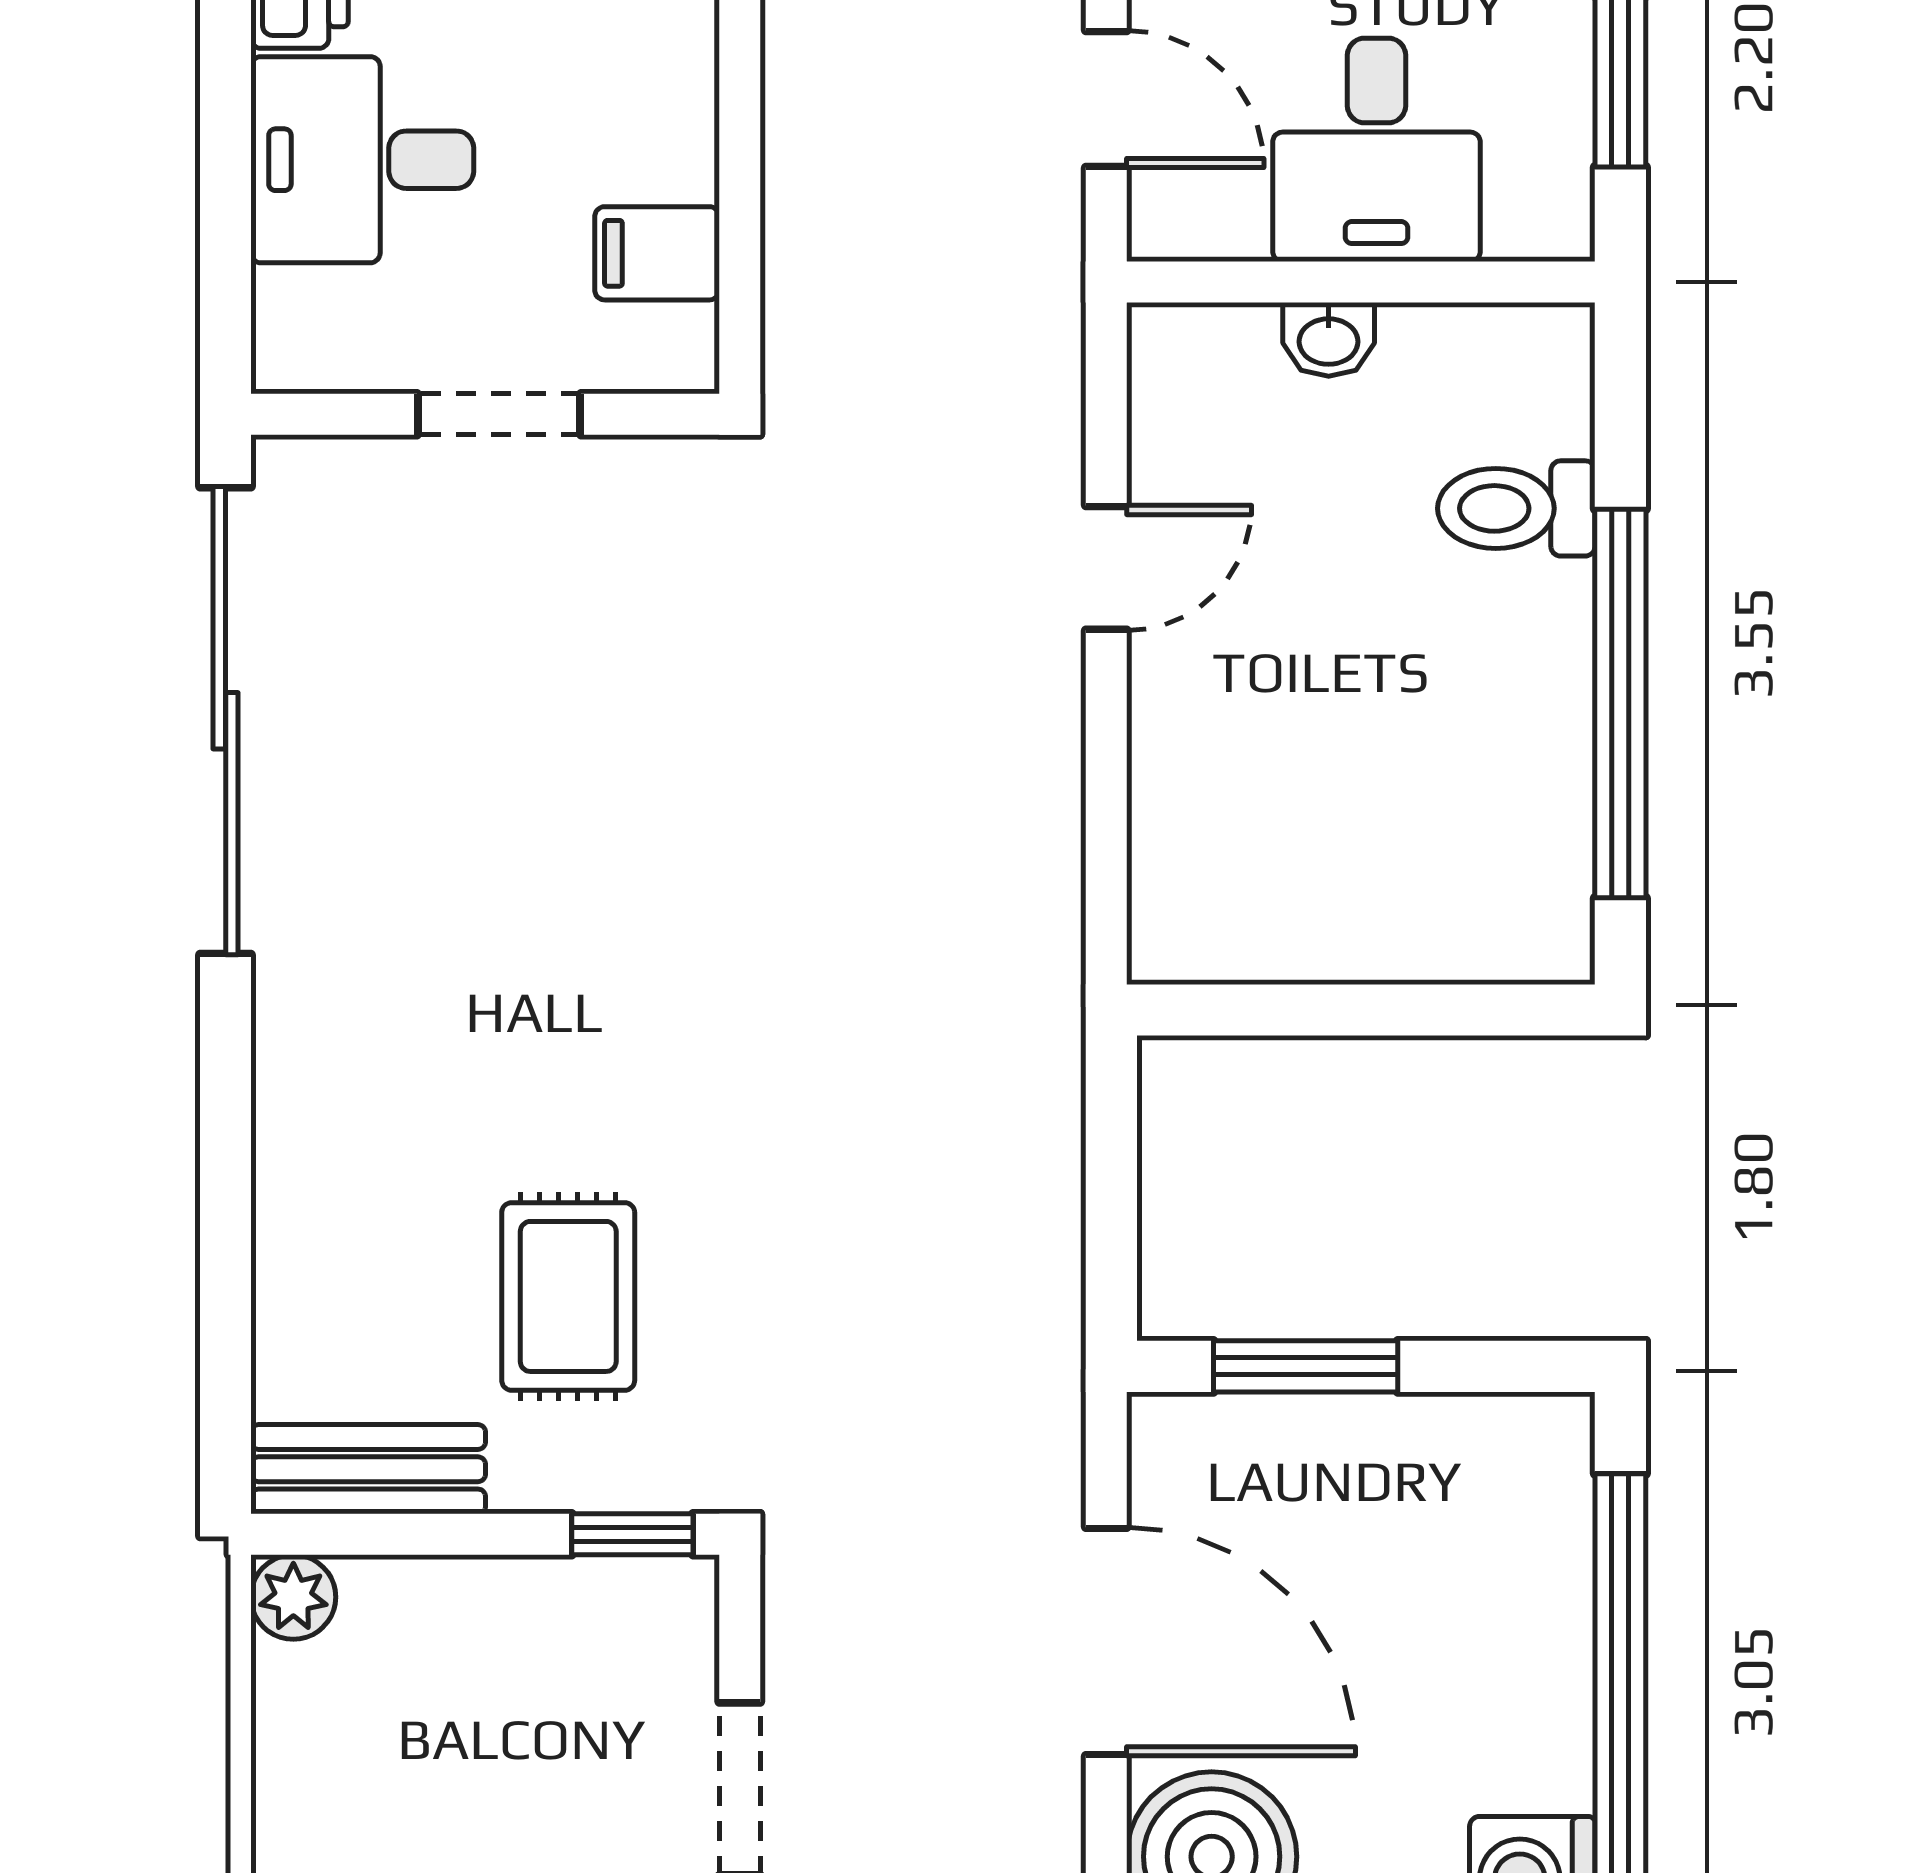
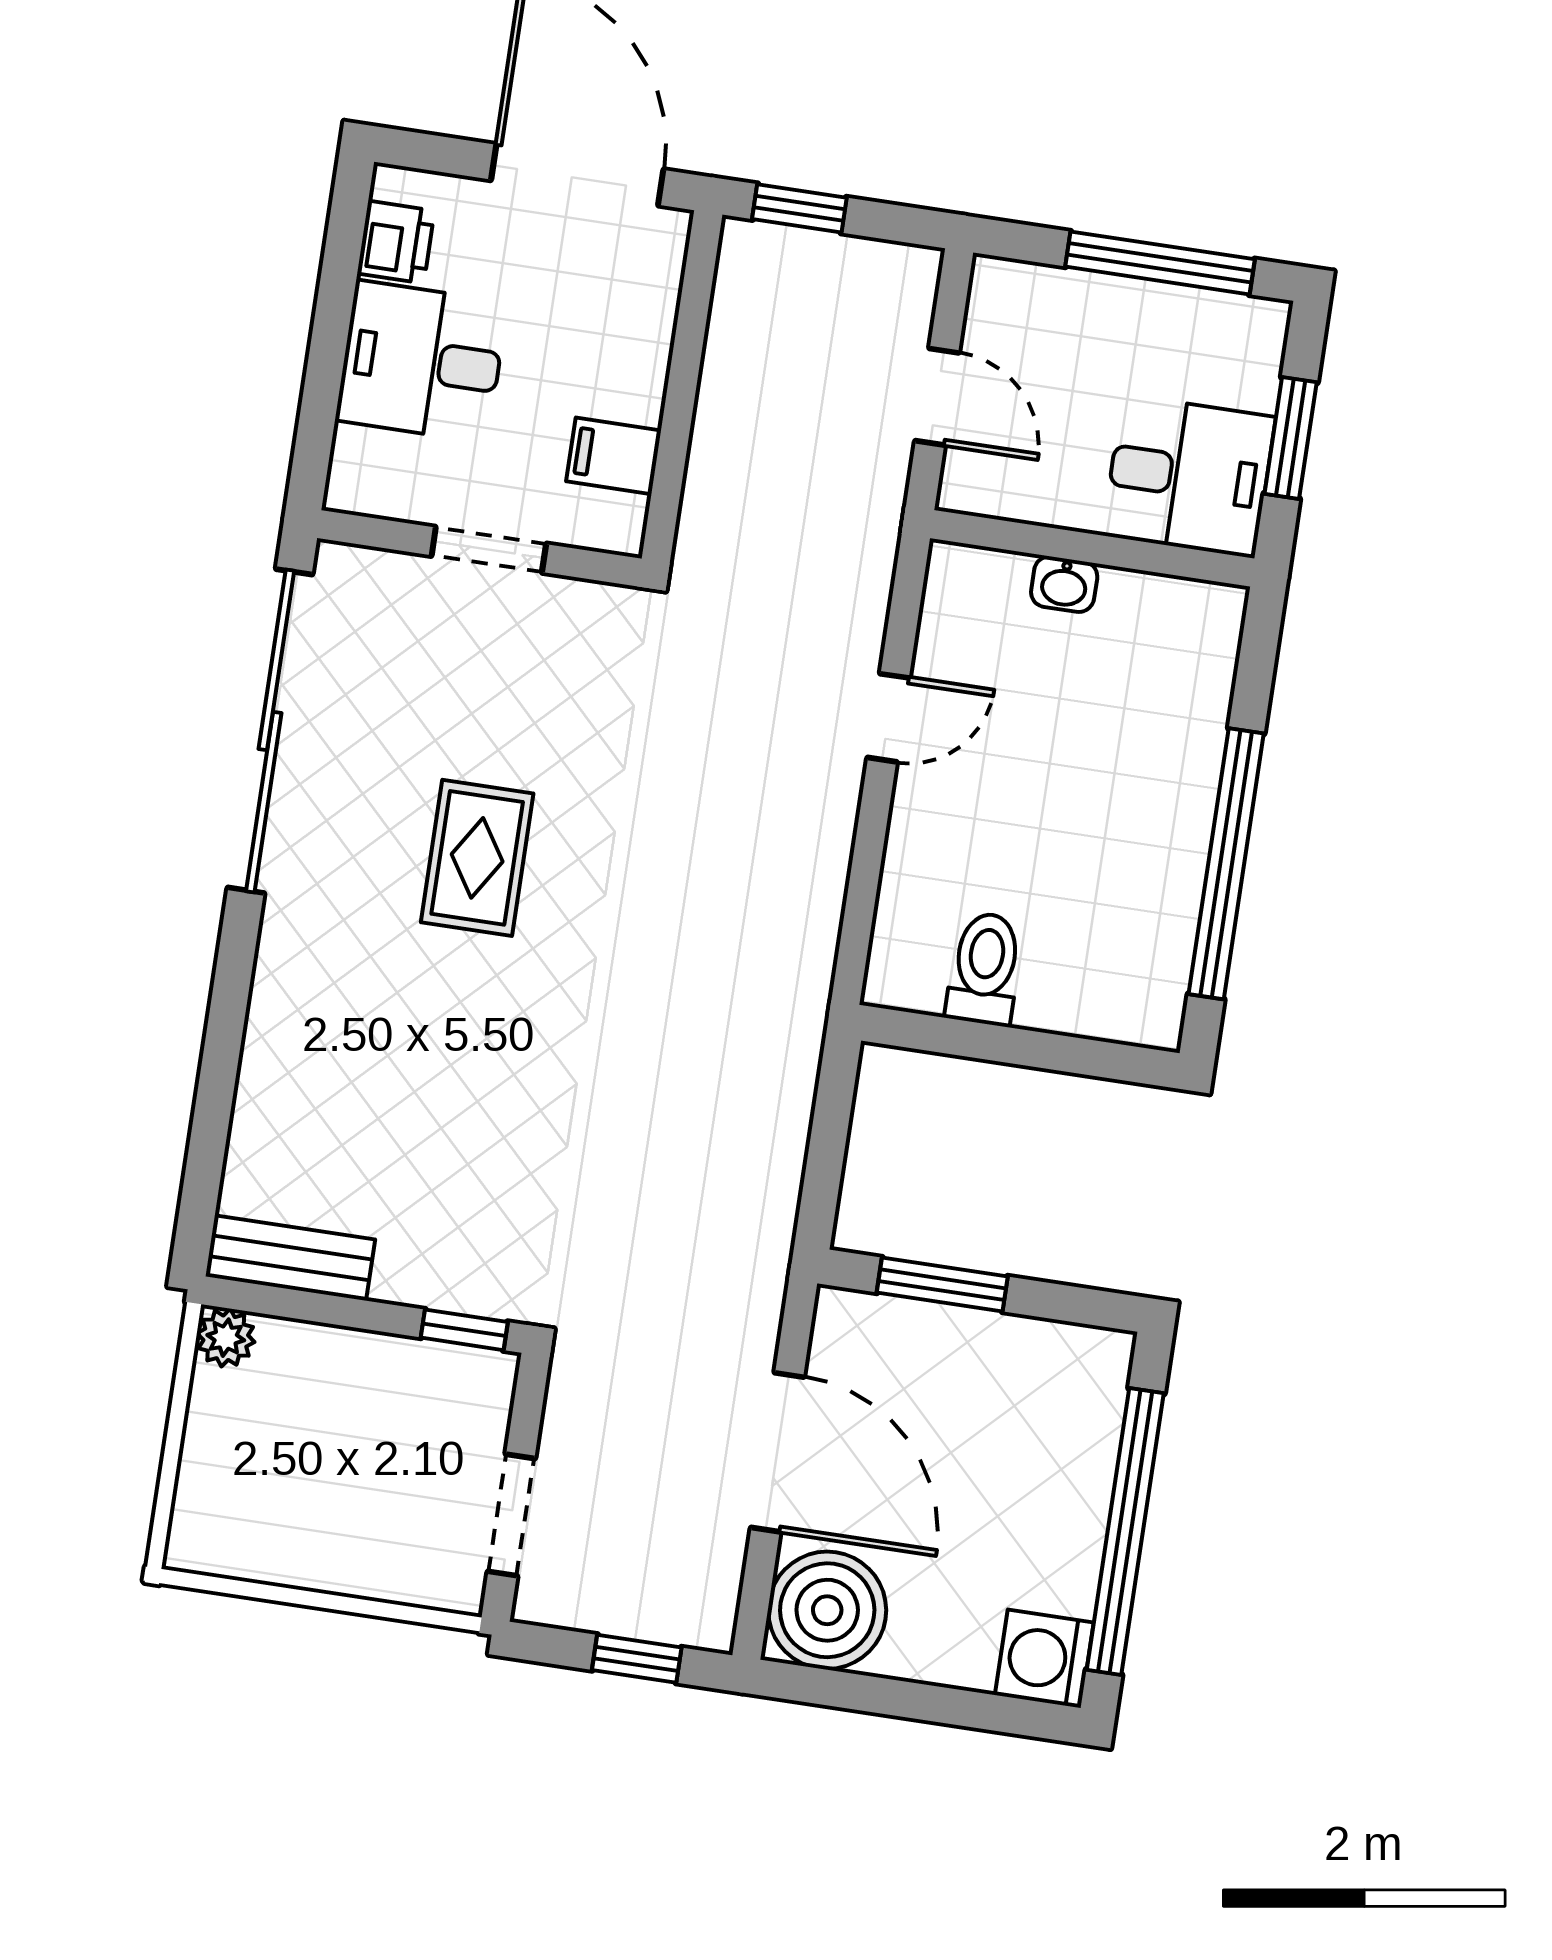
desk: (1376, 150) -> (1189, 476), moved, turned -90
toilet: (1516, 508) -> (985, 969), moved, turned 90
rug: (568, 1296) -> (477, 858), moved

